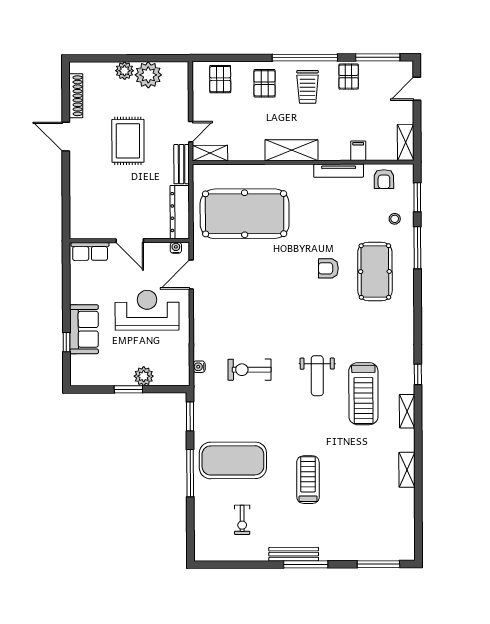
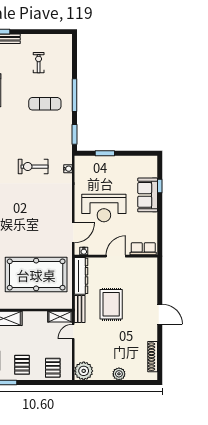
plant: (148, 75) -> (84, 371), moved
door: (66, 137) -> (160, 314), moved
rug: (128, 141) -> (111, 304), moved
door: (130, 241) -> (116, 256), hinge flipped
exercise bike: (250, 370) -> (33, 167), turned 180
plant: (144, 376) -> (106, 162), removed
window: (128, 389) -> (105, 153), moved
exercise mat: (233, 460) -> (45, 104), width x0.50, depth x0.69

